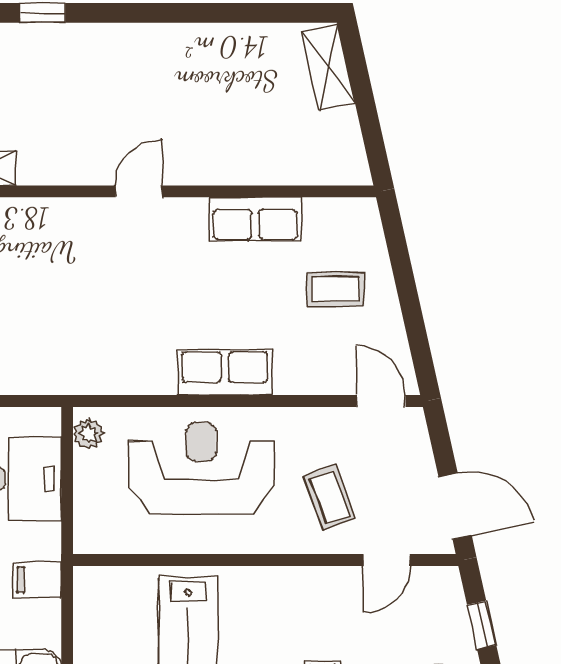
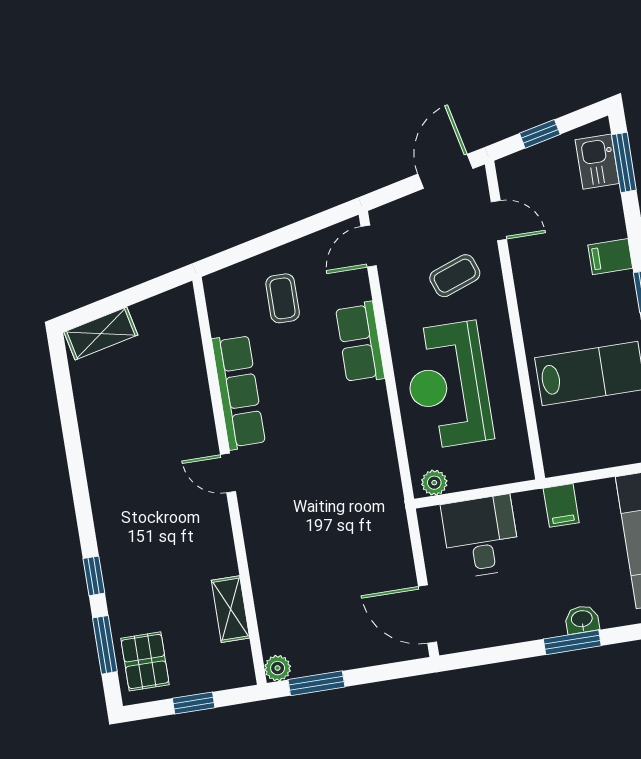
row of seats: (255, 219) -> (239, 392), width x1.48
row of seats: (225, 372) -> (360, 343), moved

